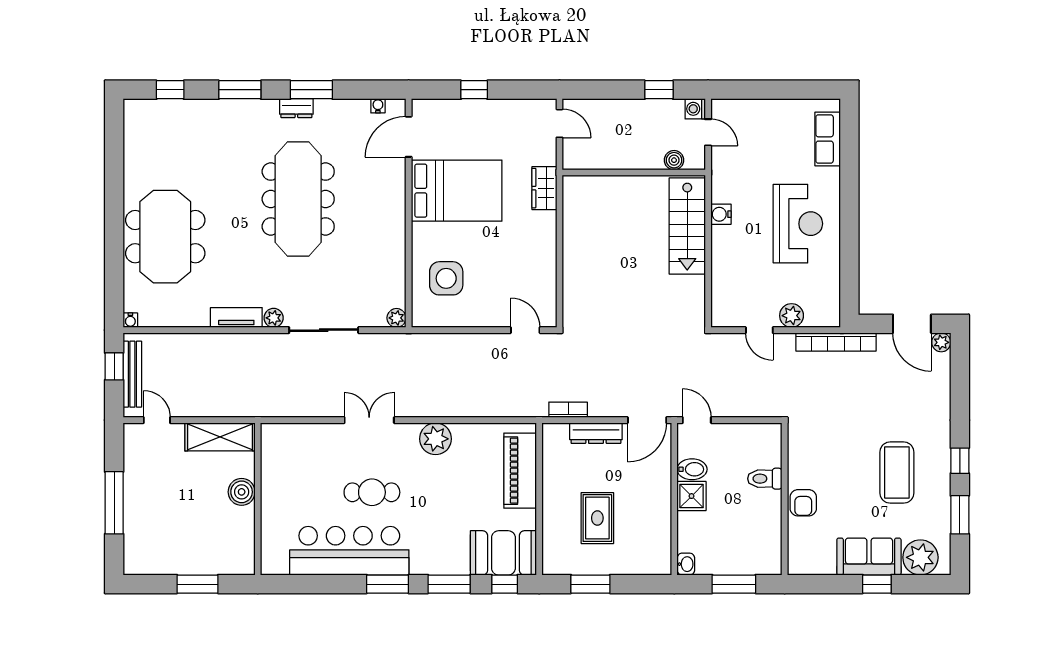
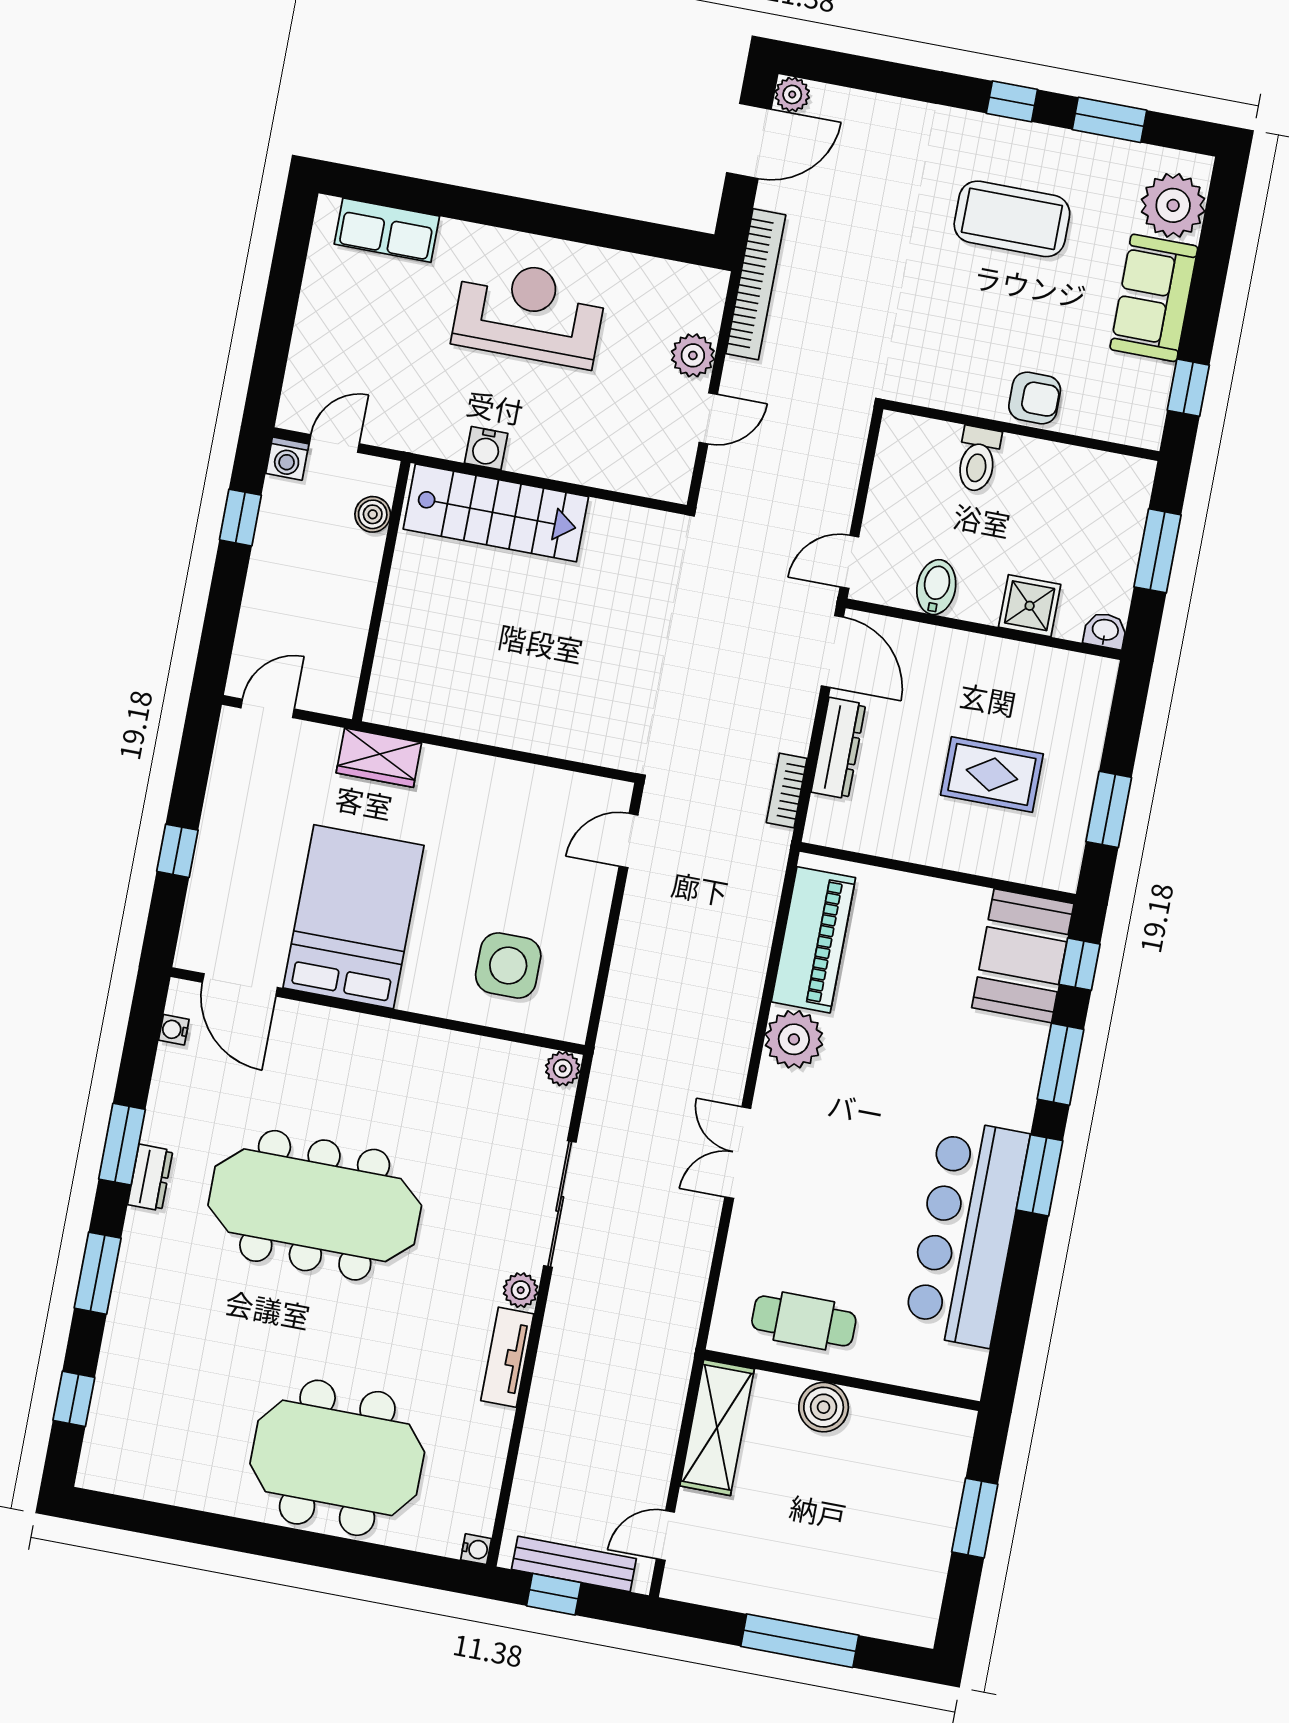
piano: (520, 471) -> (813, 940), moved, turned -90
cafe table: (372, 492) -> (804, 1321), moved, turned 90
shower: (692, 496) -> (1030, 606), moved
window: (877, 584) -> (1188, 388), moved

